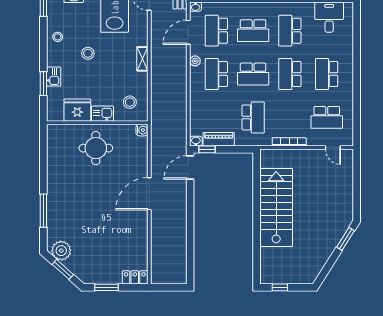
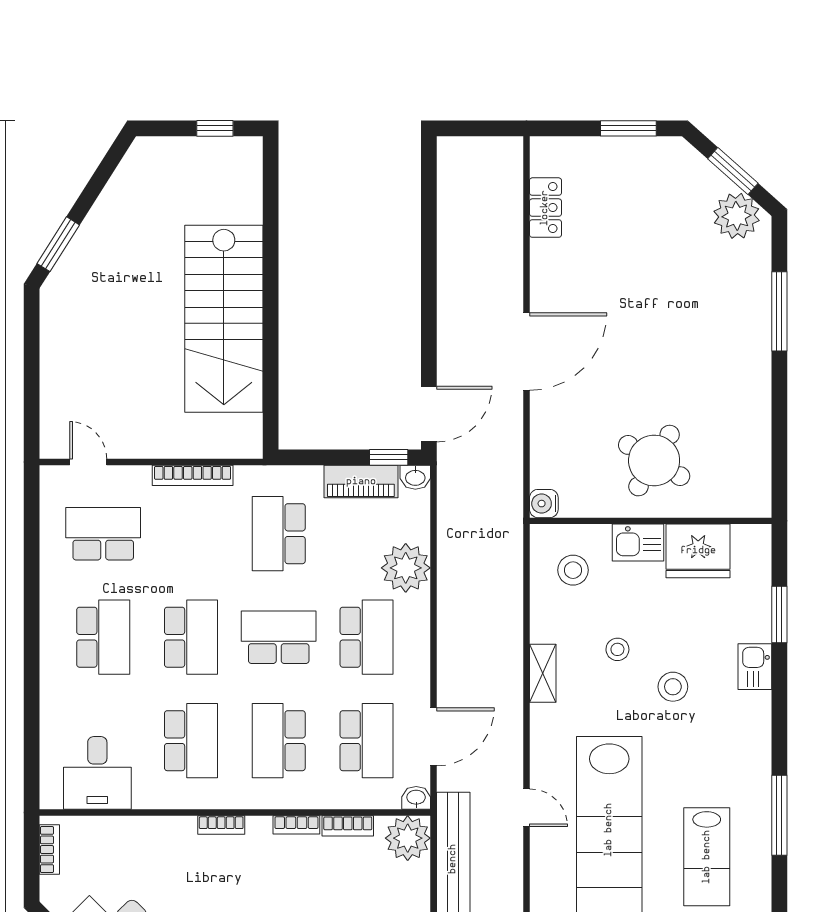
school desk: (253, 31) -> (279, 741), turned -90
stool: (58, 37) -> (617, 649), moved
plant: (195, 61) -> (406, 568), moved, width x1.88, depth x1.88
kitchen sink: (54, 77) -> (755, 667), moved
round table: (96, 148) -> (654, 461), turned 31
locker: (135, 277) -> (545, 208), moved, turned -90

